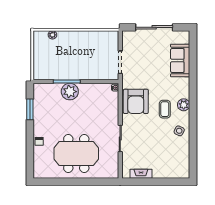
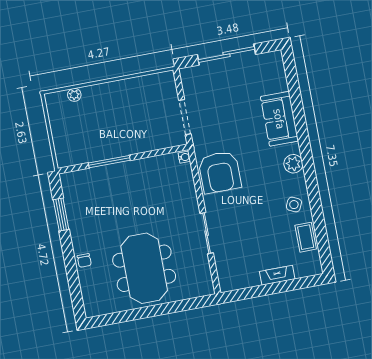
sofa: (180, 61) -> (279, 119), moved
plant: (70, 92) -> (117, 176), removed
coffee table: (165, 109) -> (306, 237), moved
meeting table: (76, 153) -> (144, 268), turned 90
fireplace: (141, 174) -> (277, 275), moved

